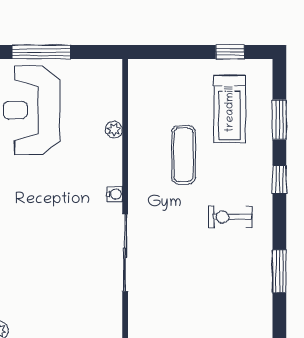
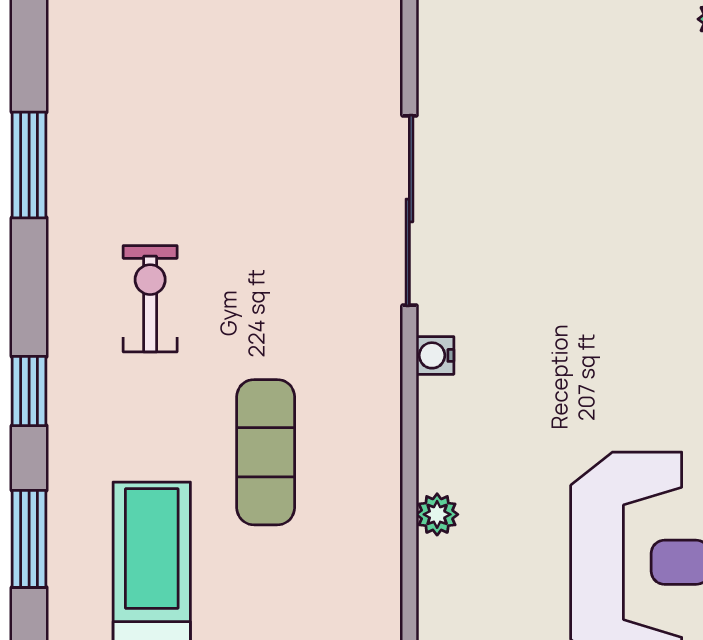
exercise bike: (230, 217) -> (150, 299), turned -90

